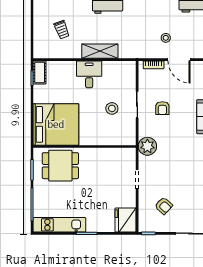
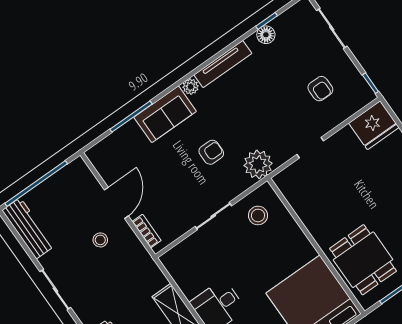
stool: (112, 108) -> (258, 215), moved
armchair: (162, 108) -> (211, 152), moved
armchair: (164, 206) -> (320, 89), turned 137

